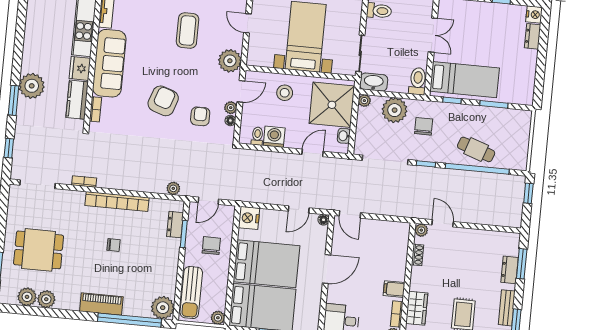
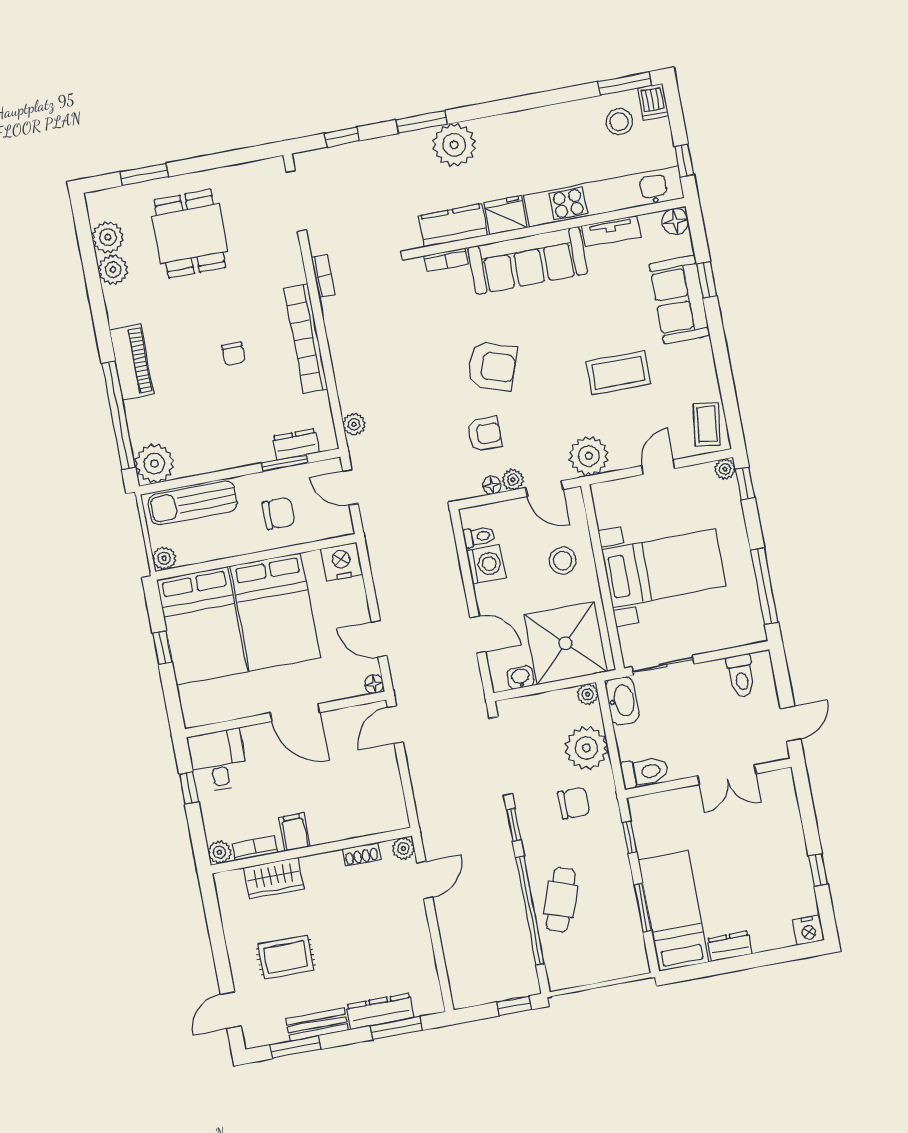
dresser: (533, 36) -> (730, 946), moved
bed: (465, 80) -> (674, 911), moved, turned 180
dresser: (510, 270) -> (380, 1011), width x1.44

